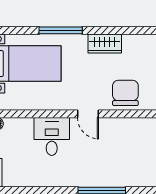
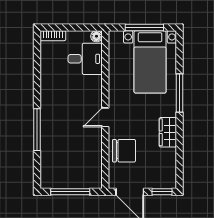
desk: (52, 136) -> (85, 59), moved

